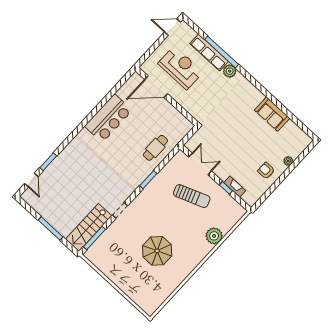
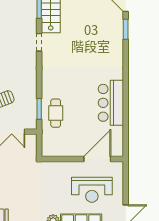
window: (148, 180) -> (39, 109), moved

